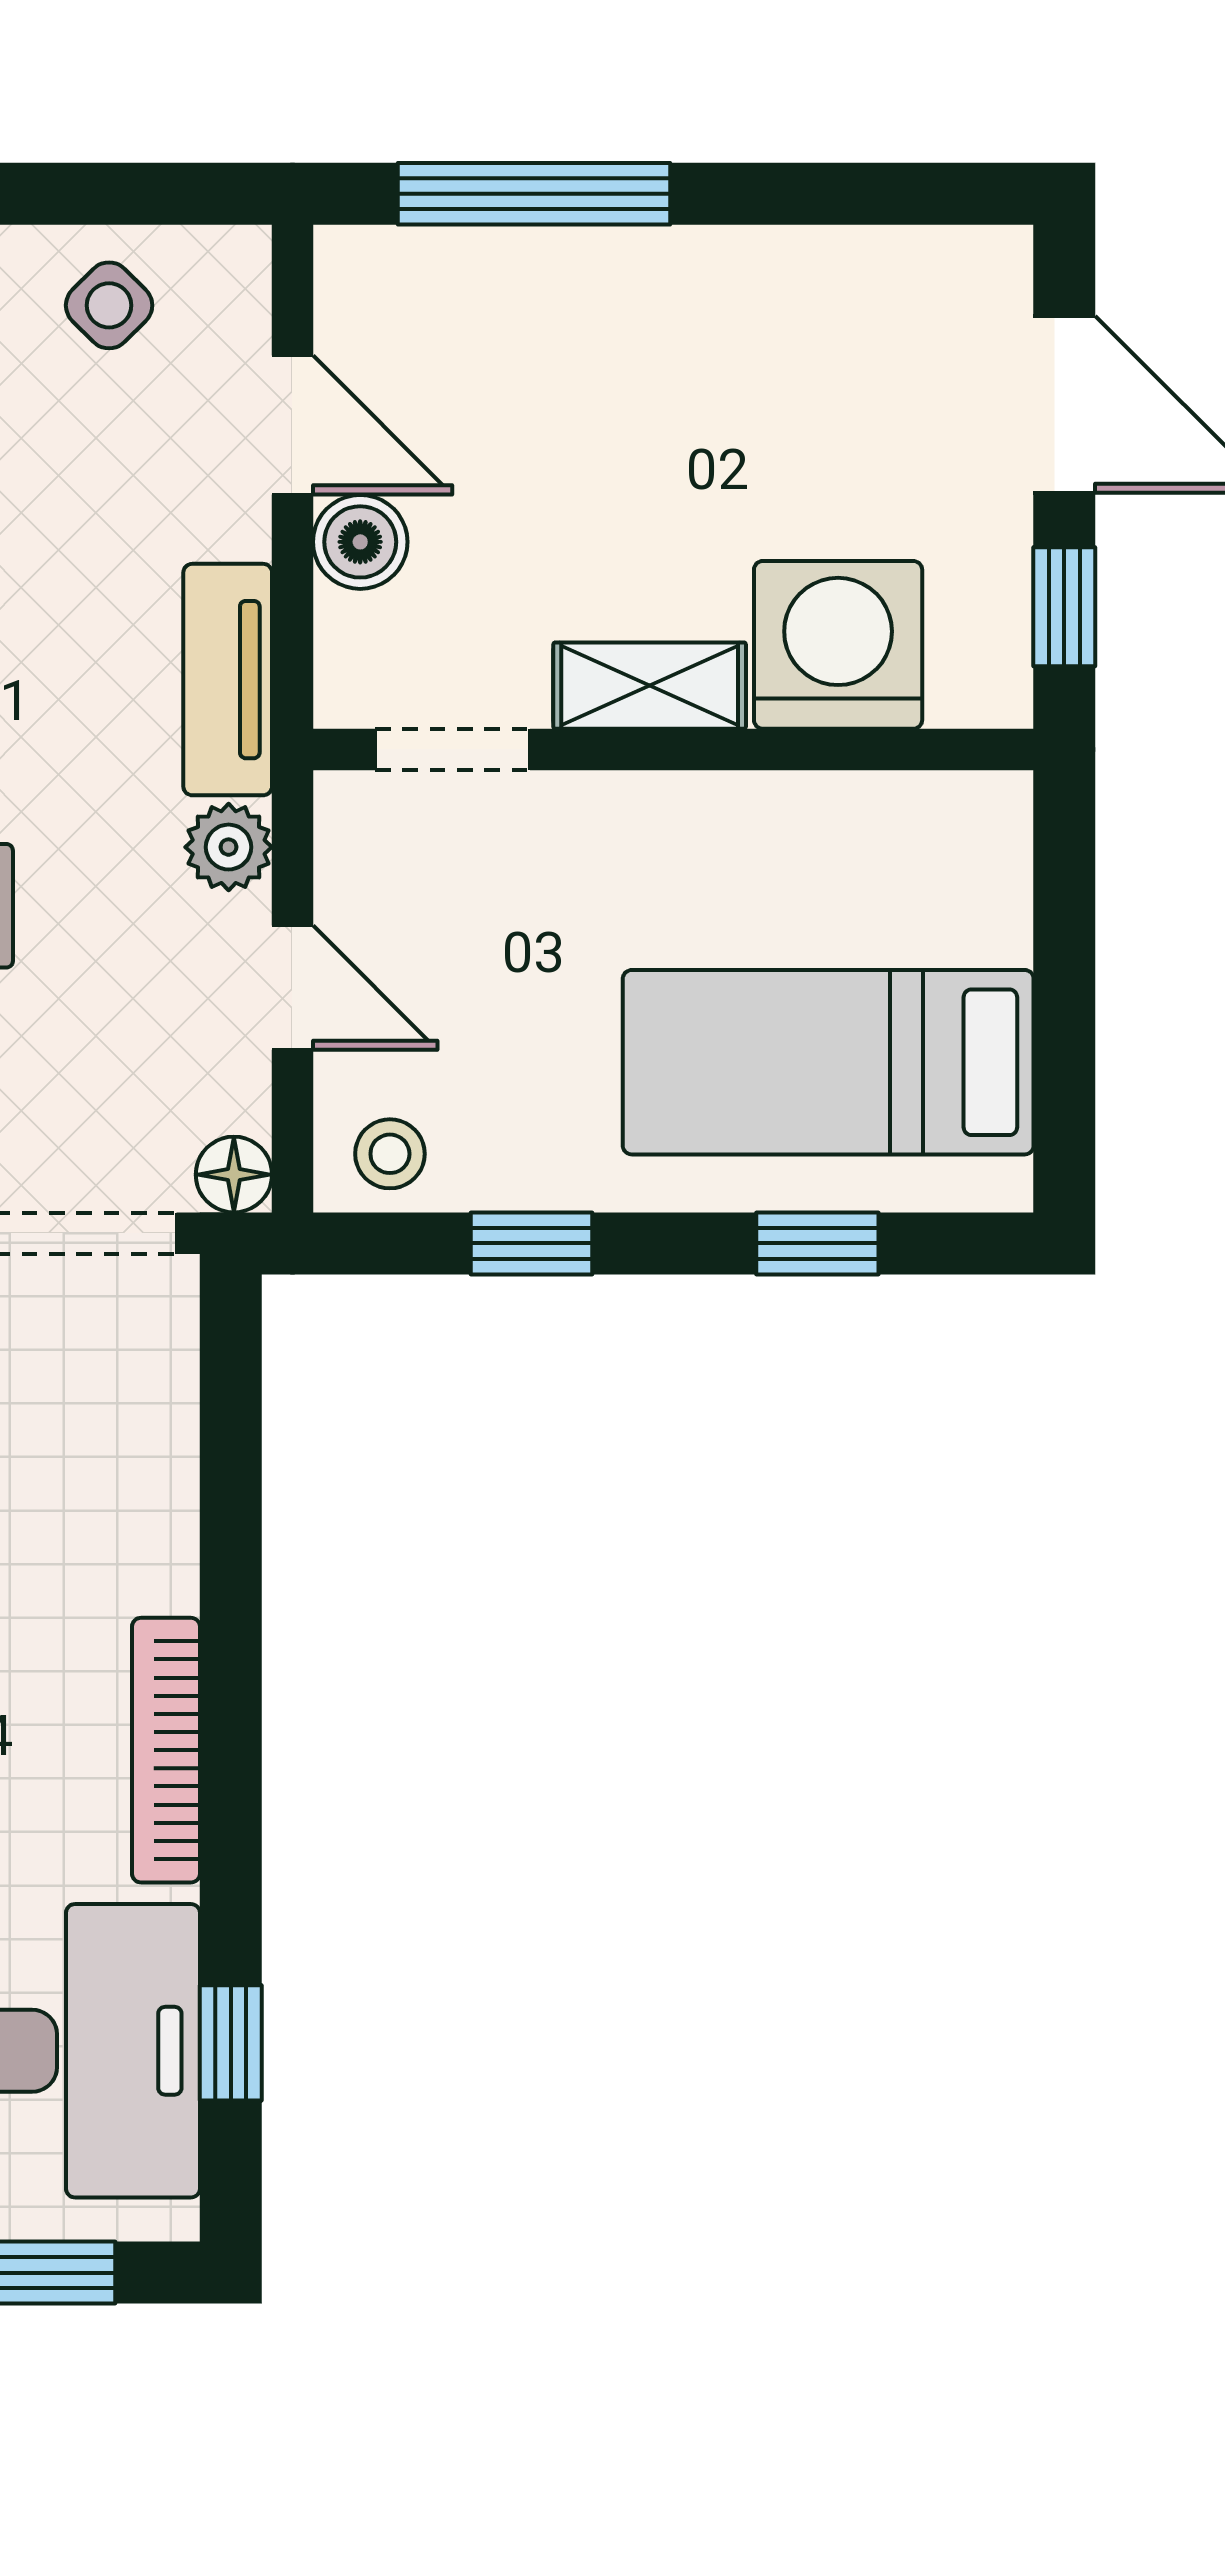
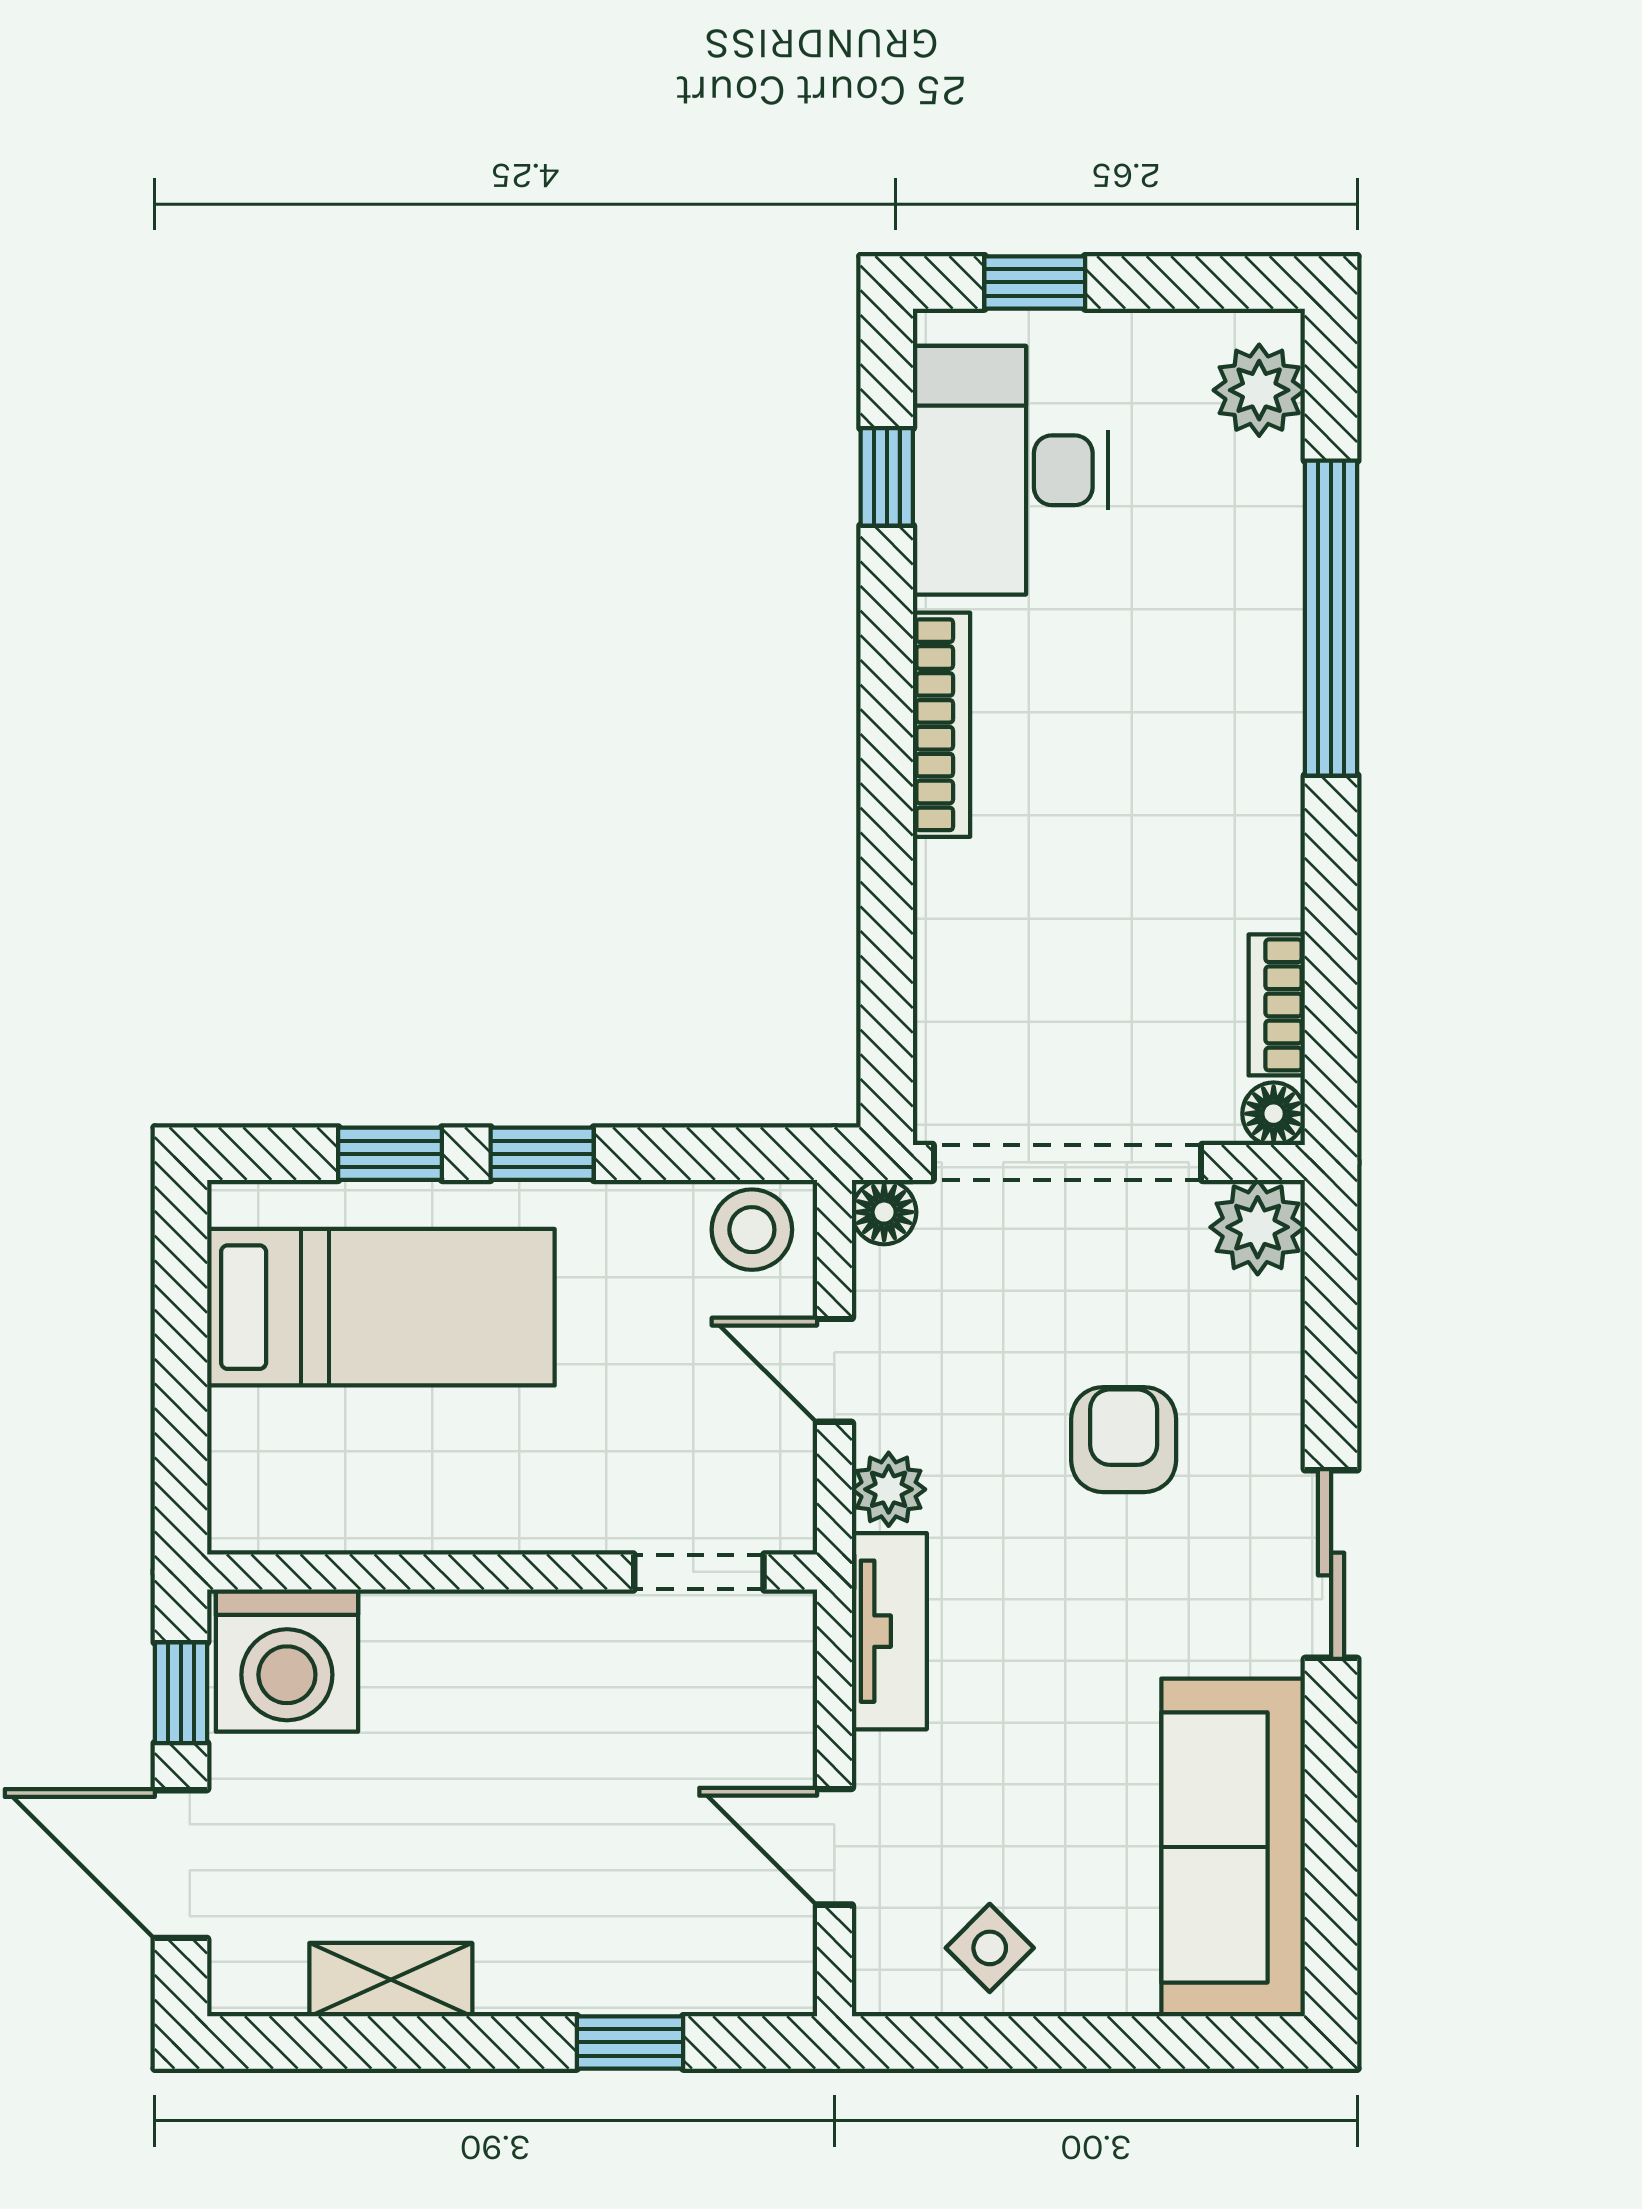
window: (534, 194) -> (630, 2042), width x0.46
boiler: (360, 542) -> (777, 1748), removed
washing machine: (838, 645) -> (287, 1661), moved
shelving: (650, 686) -> (391, 1980), moved
stool: (390, 1154) -> (752, 1230), width x1.37, depth x1.37
window: (532, 1243) -> (542, 1154), moved

